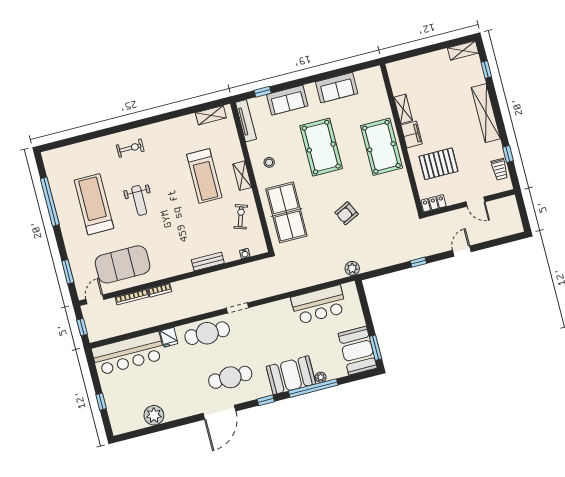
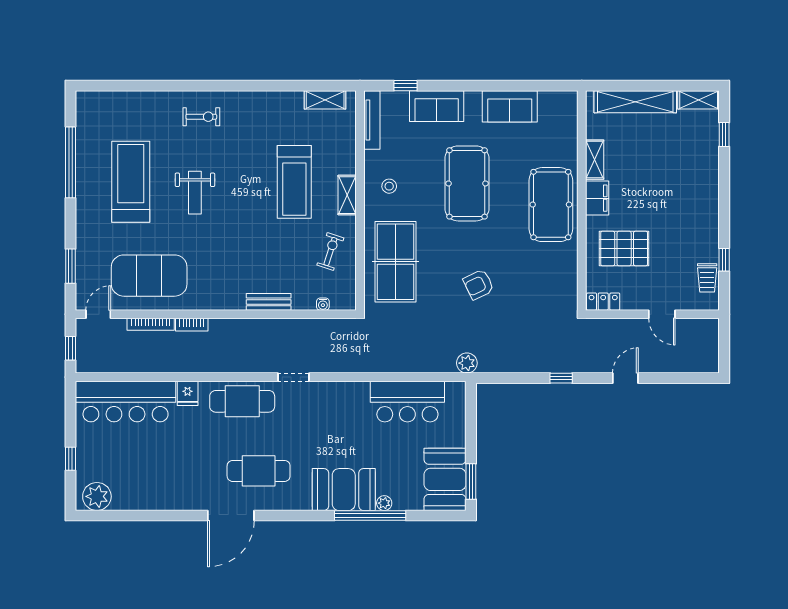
shelving: (486, 113) -> (635, 102), moved, turned 90
window: (266, 400) -> (300, 516), removed
plant: (154, 415) -> (97, 496), moved

